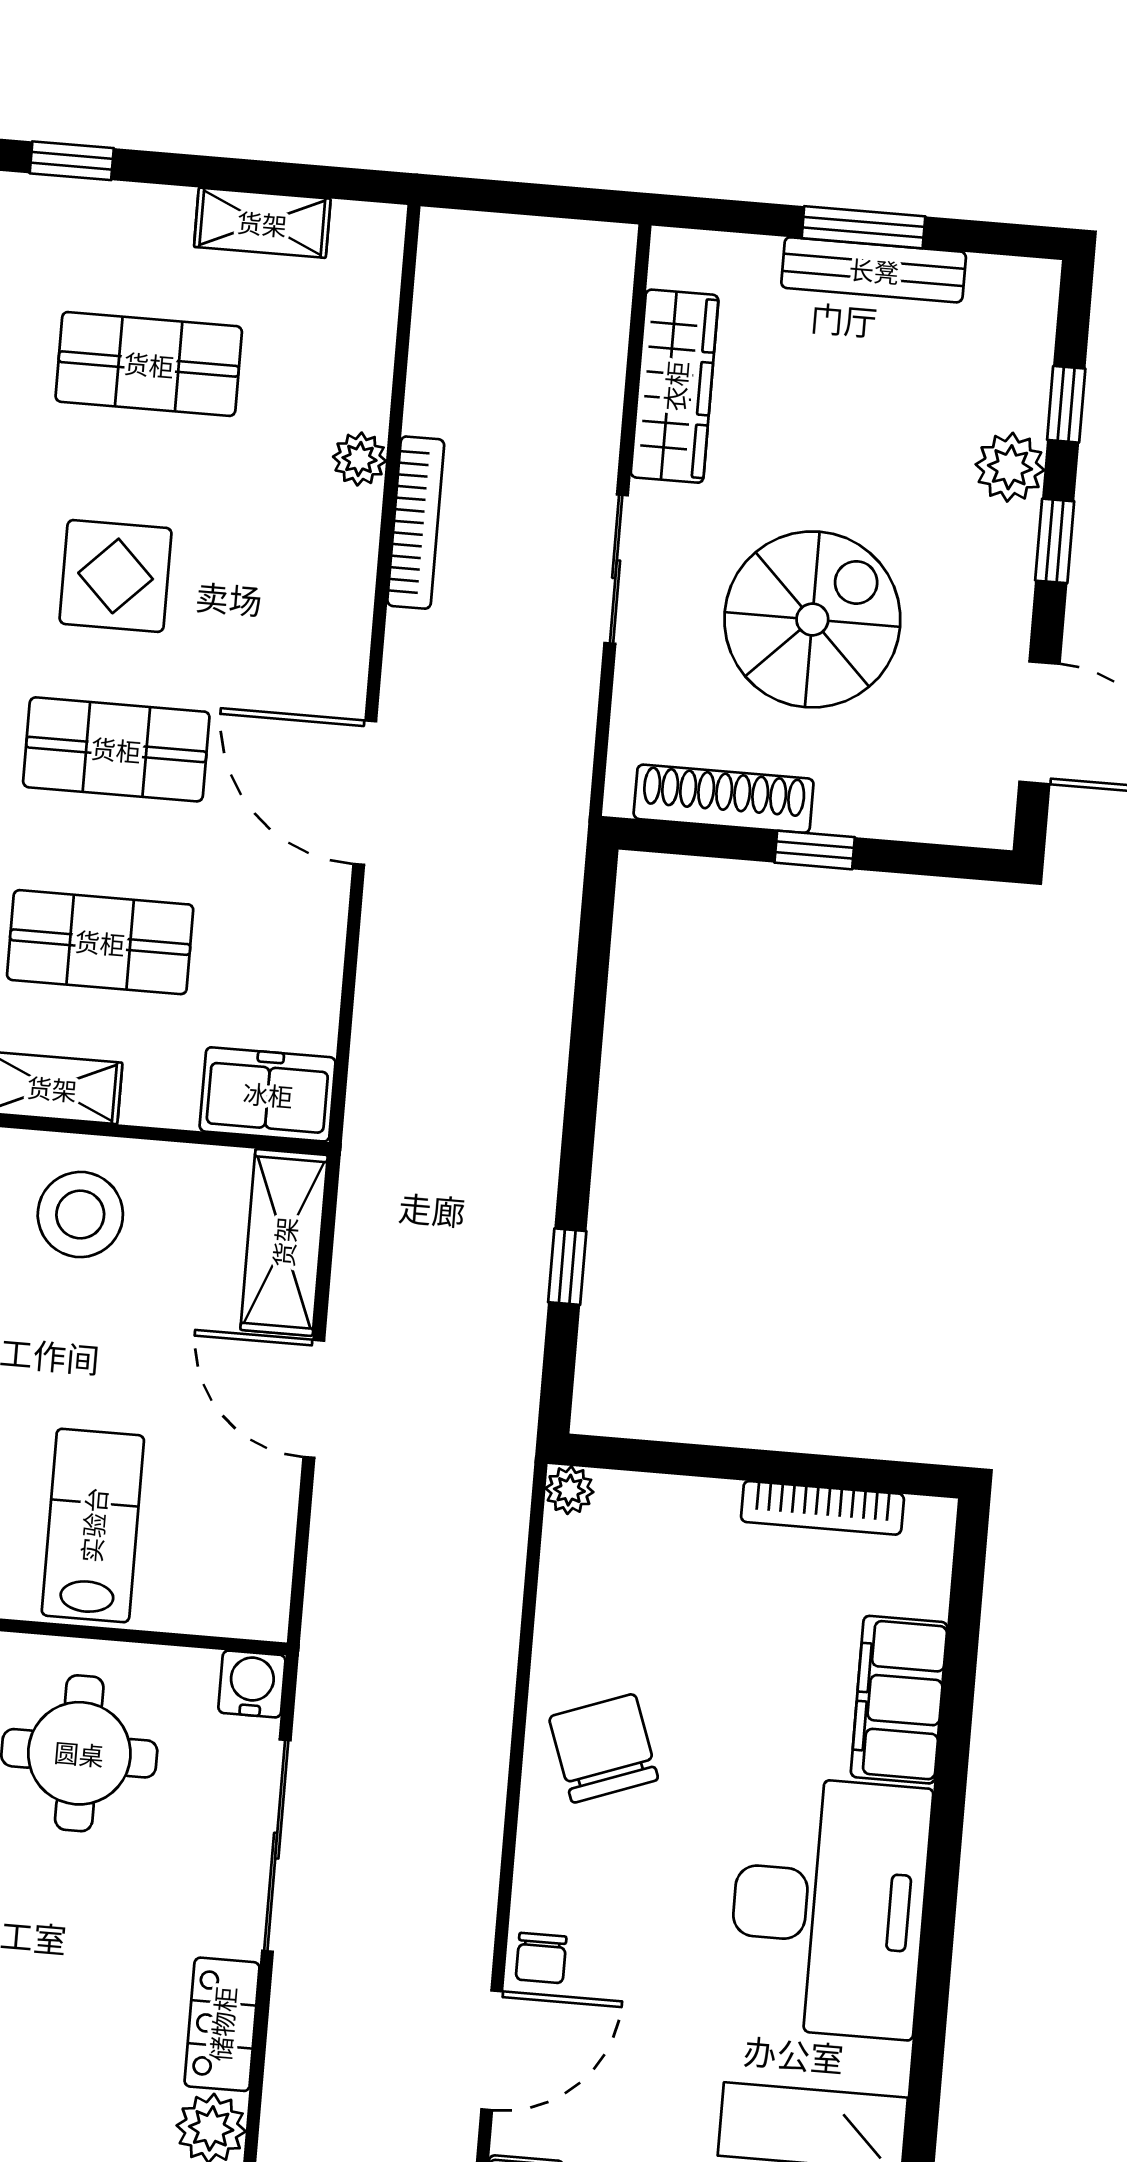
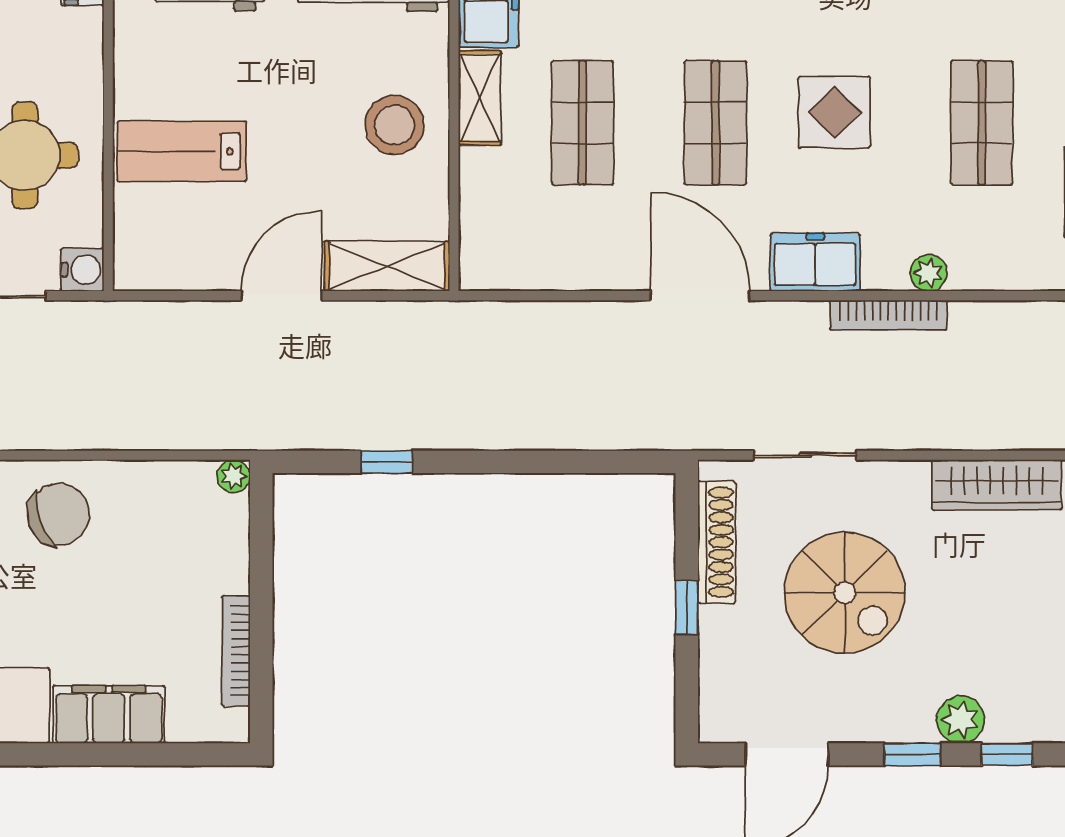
sliding door: (616, 569) -> (805, 455), moved
door: (365, 793) -> (700, 296), hinge flipped
freezer: (268, 1094) -> (815, 262), moved, turned -90
lab bench: (93, 1525) -> (182, 151), turned 180

